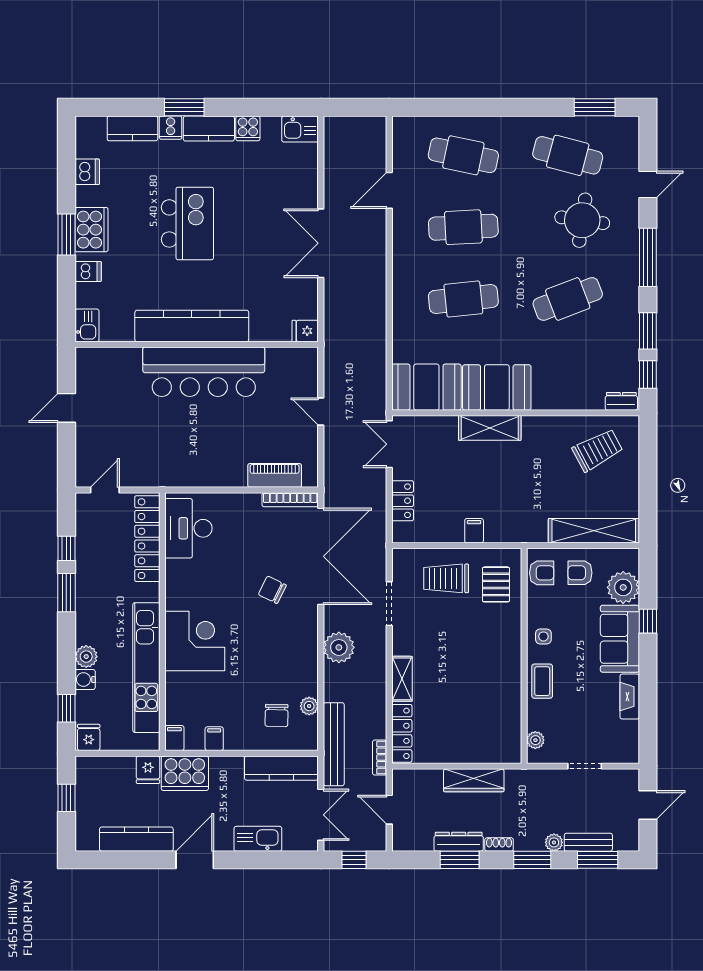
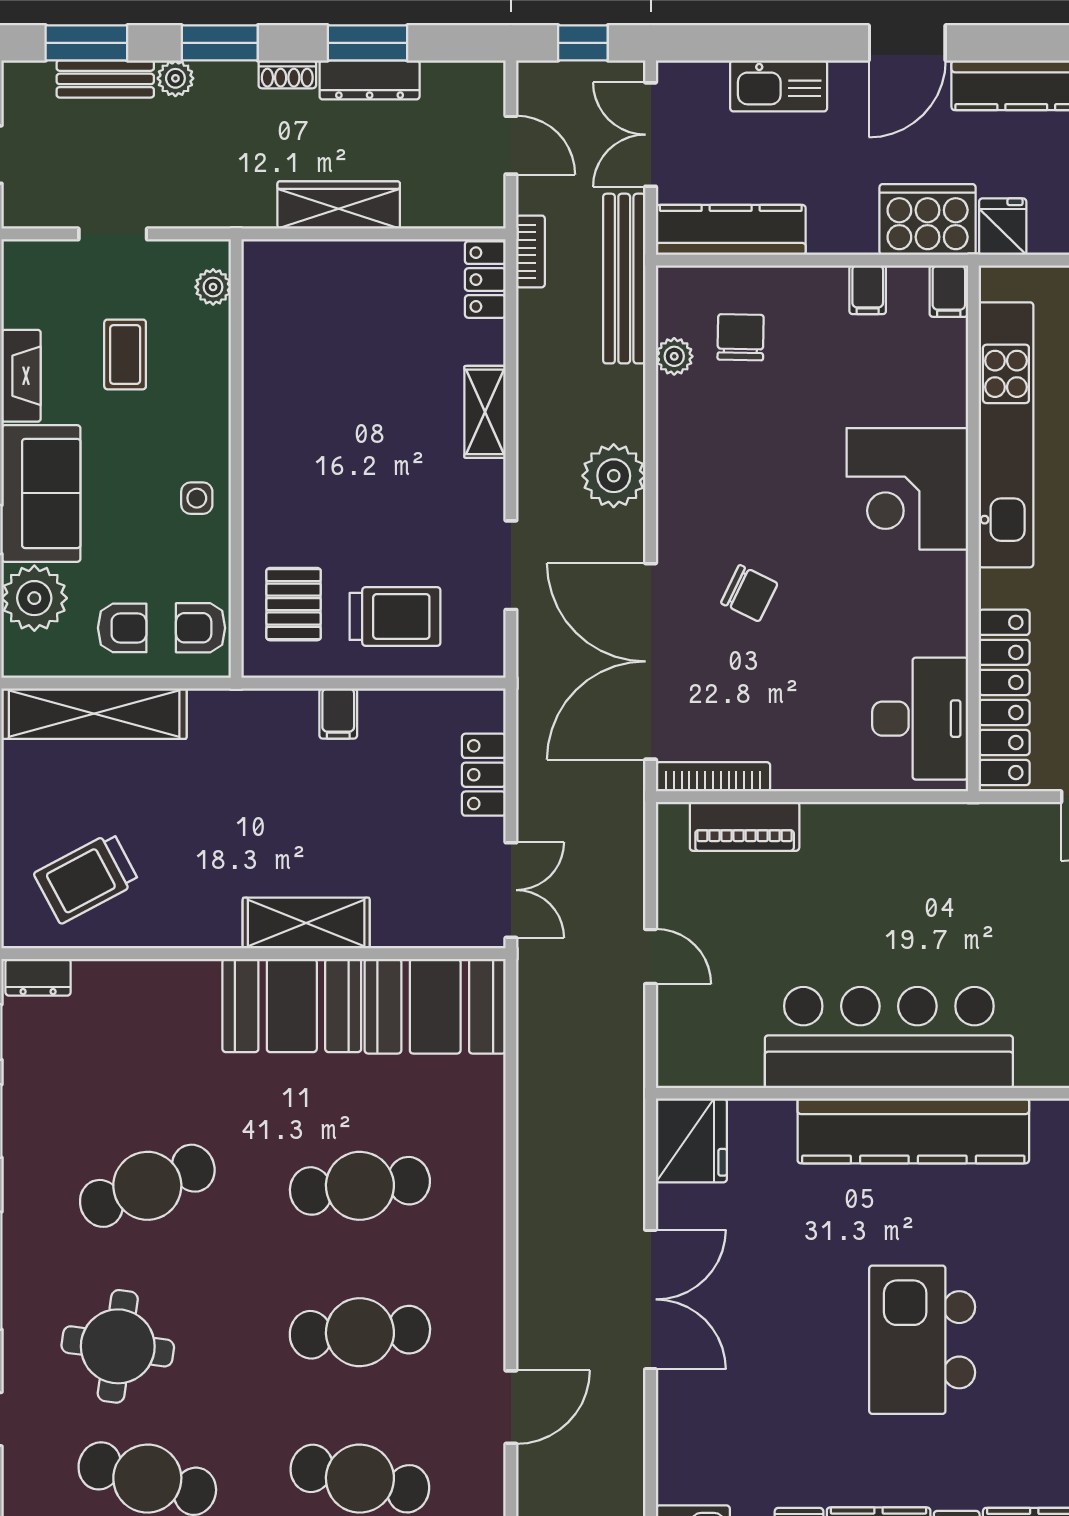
fridge: (305, 331) -> (691, 1140), width x1.88, depth x1.34
coffee table: (542, 681) -> (125, 354), moved
locker: (402, 733) -> (485, 280), width x0.66

